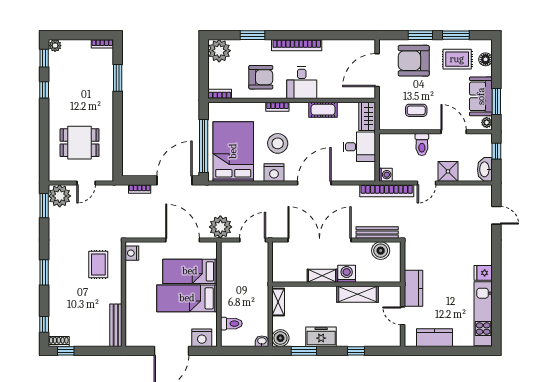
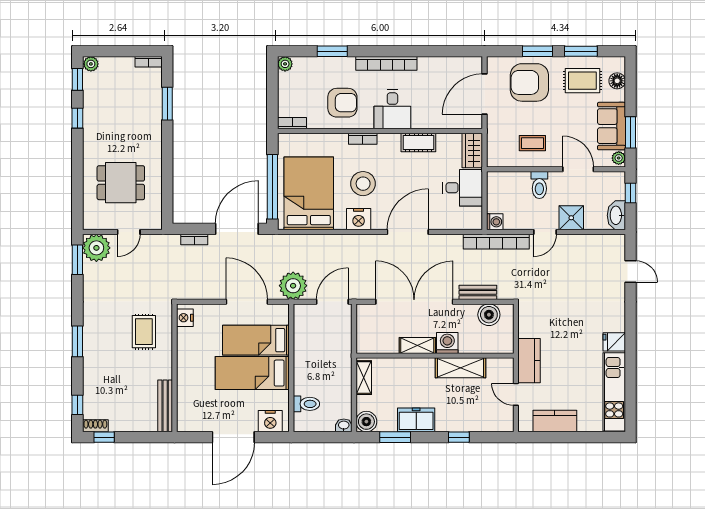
plant: (219, 51) -> (285, 64), width x0.53, depth x0.53
bench: (377, 232) -> (478, 292), width x0.73

